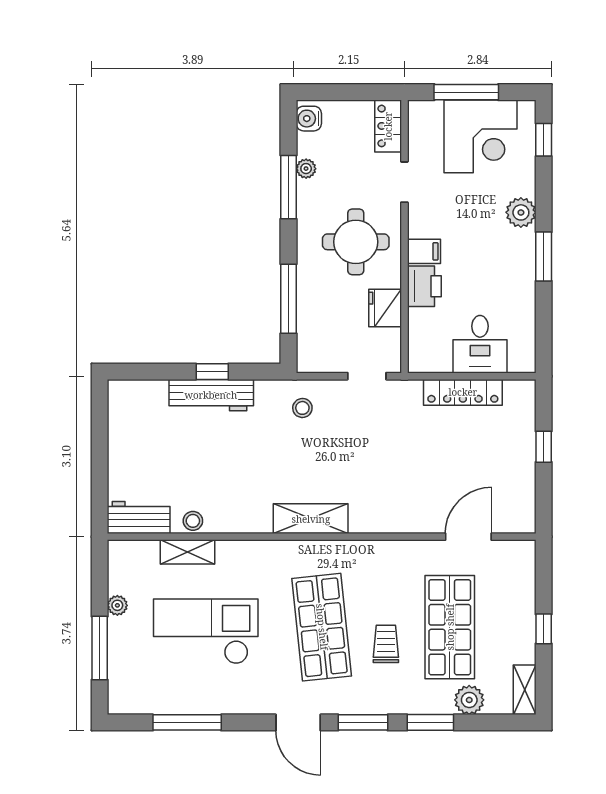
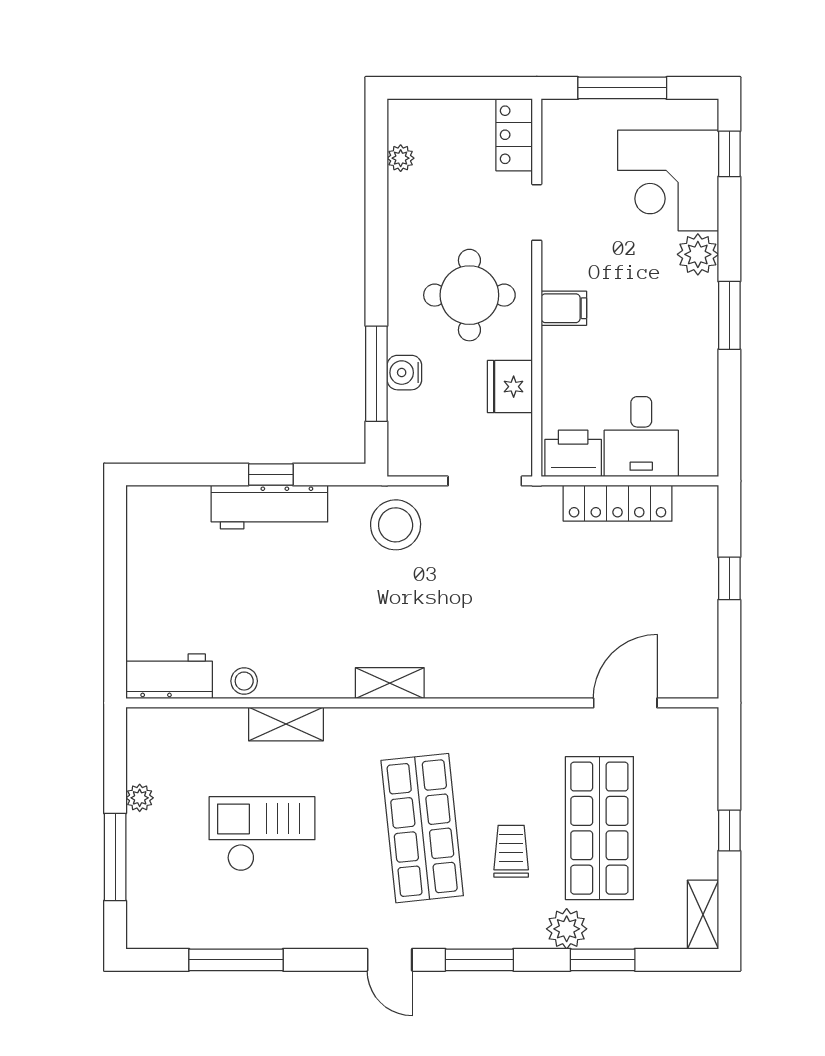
water cooler: (309, 119) -> (404, 373), moved
corner desk: (481, 136) -> (668, 180), moved, turned 90
plant: (306, 169) -> (401, 158), moved
window: (289, 187) -> (376, 219), removed
printer: (424, 286) -> (573, 453), moved, turned -90
doorway: (367, 376) -> (485, 481), width x1.38
stool: (302, 408) -> (396, 525), width x1.89, depth x1.89
shelving: (311, 519) -> (390, 683), width x0.67, depth x0.75
shelving: (188, 552) -> (286, 724), moved
checkout: (206, 631) -> (262, 834), width x0.73, depth x0.83
plant: (469, 700) -> (567, 929), moved
door: (298, 722) -> (390, 960), width x0.73
window: (430, 722) -> (603, 960), moved

